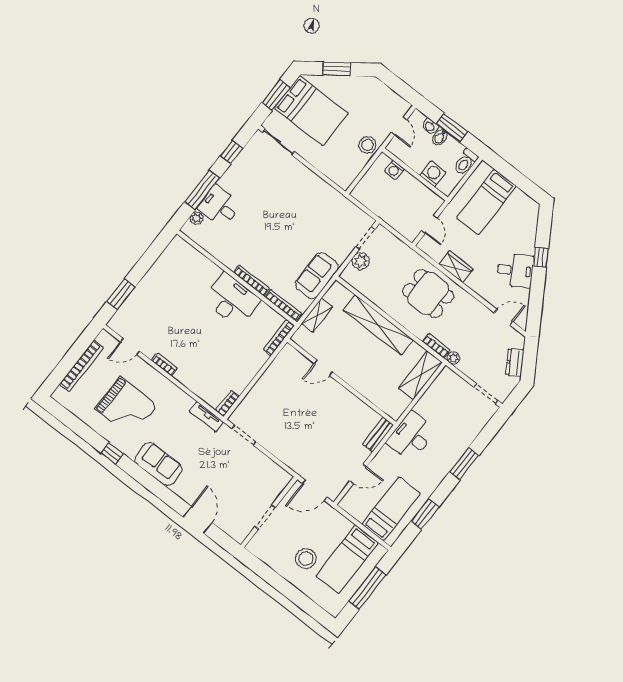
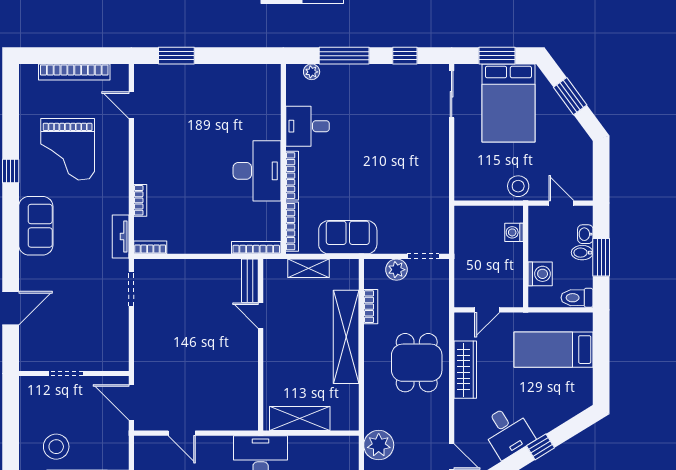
door: (399, 126) -> (561, 203), swing flipped
desk: (219, 206) -> (307, 126), moved, turned -90
wardrobe: (456, 267) -> (465, 370), width x1.50
bookcase: (436, 346) -> (371, 307), moved
plant: (453, 358) -> (379, 445), width x1.88, depth x1.88
bookcase: (164, 364) -> (140, 200), moved
shelving: (420, 375) -> (300, 419), moved
bench: (378, 435) -> (250, 281), moved, turned 90

